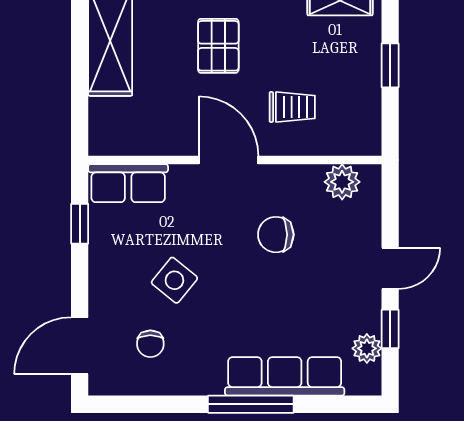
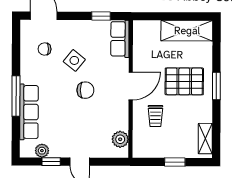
pallet: (218, 46) -> (184, 81), width x1.50, depth x1.42
chair: (276, 235) -> (85, 90), moved, turned 90

